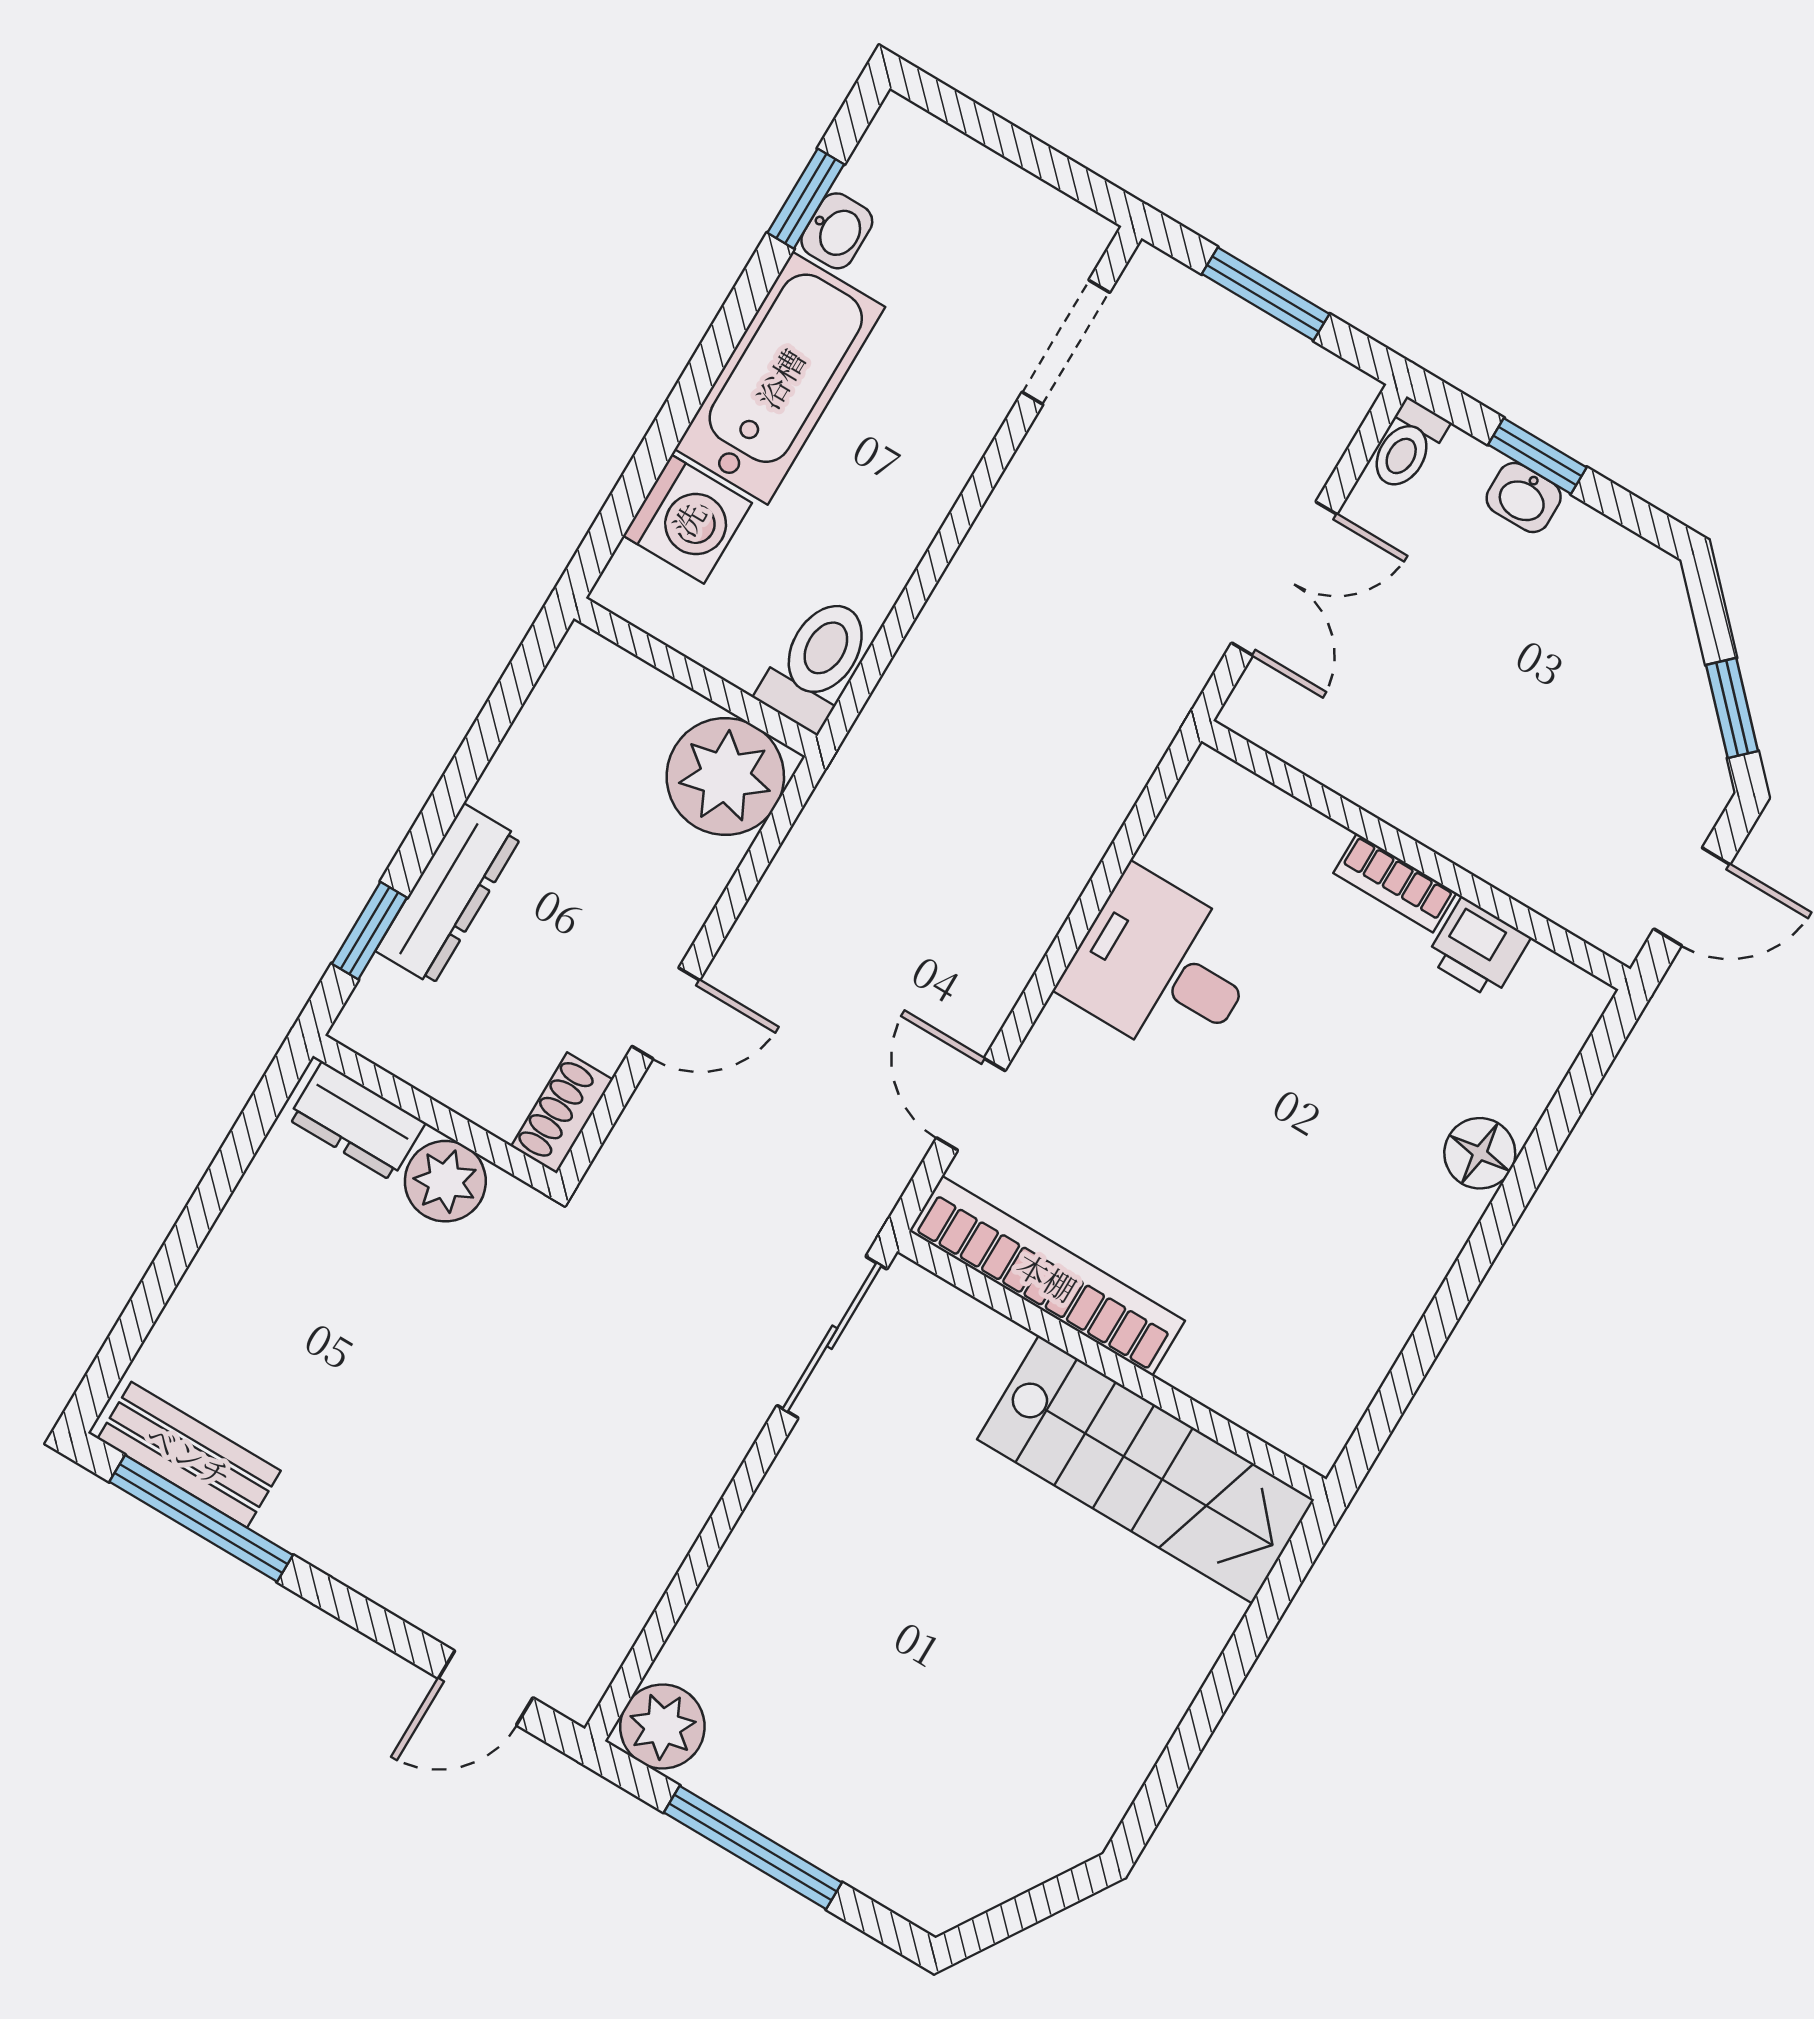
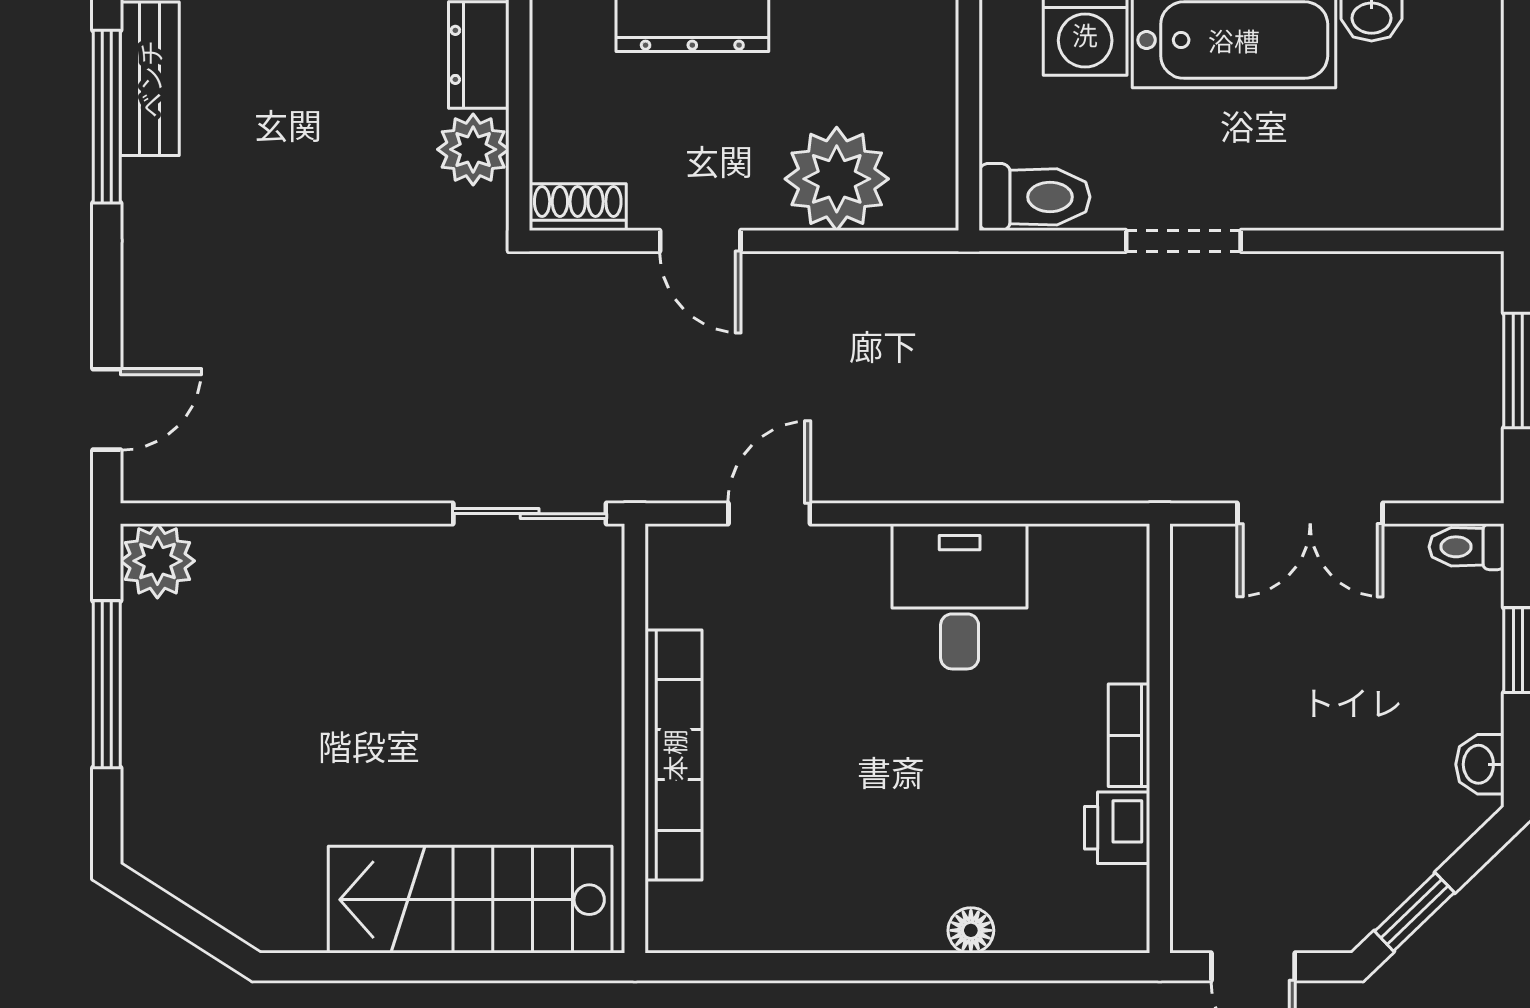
doorway: (1066, 342) -> (1183, 241), moved
washbasin: (1524, 498) -> (1480, 764), moved
plant: (725, 777) -> (837, 179), moved
floor lamp: (1480, 1153) -> (971, 930), width x0.73, depth x0.73
bookcase: (1047, 1276) -> (674, 755), moved
stairs: (1146, 1469) -> (470, 900), moved, turned 90
door: (486, 1688) -> (107, 409), swing flipped

